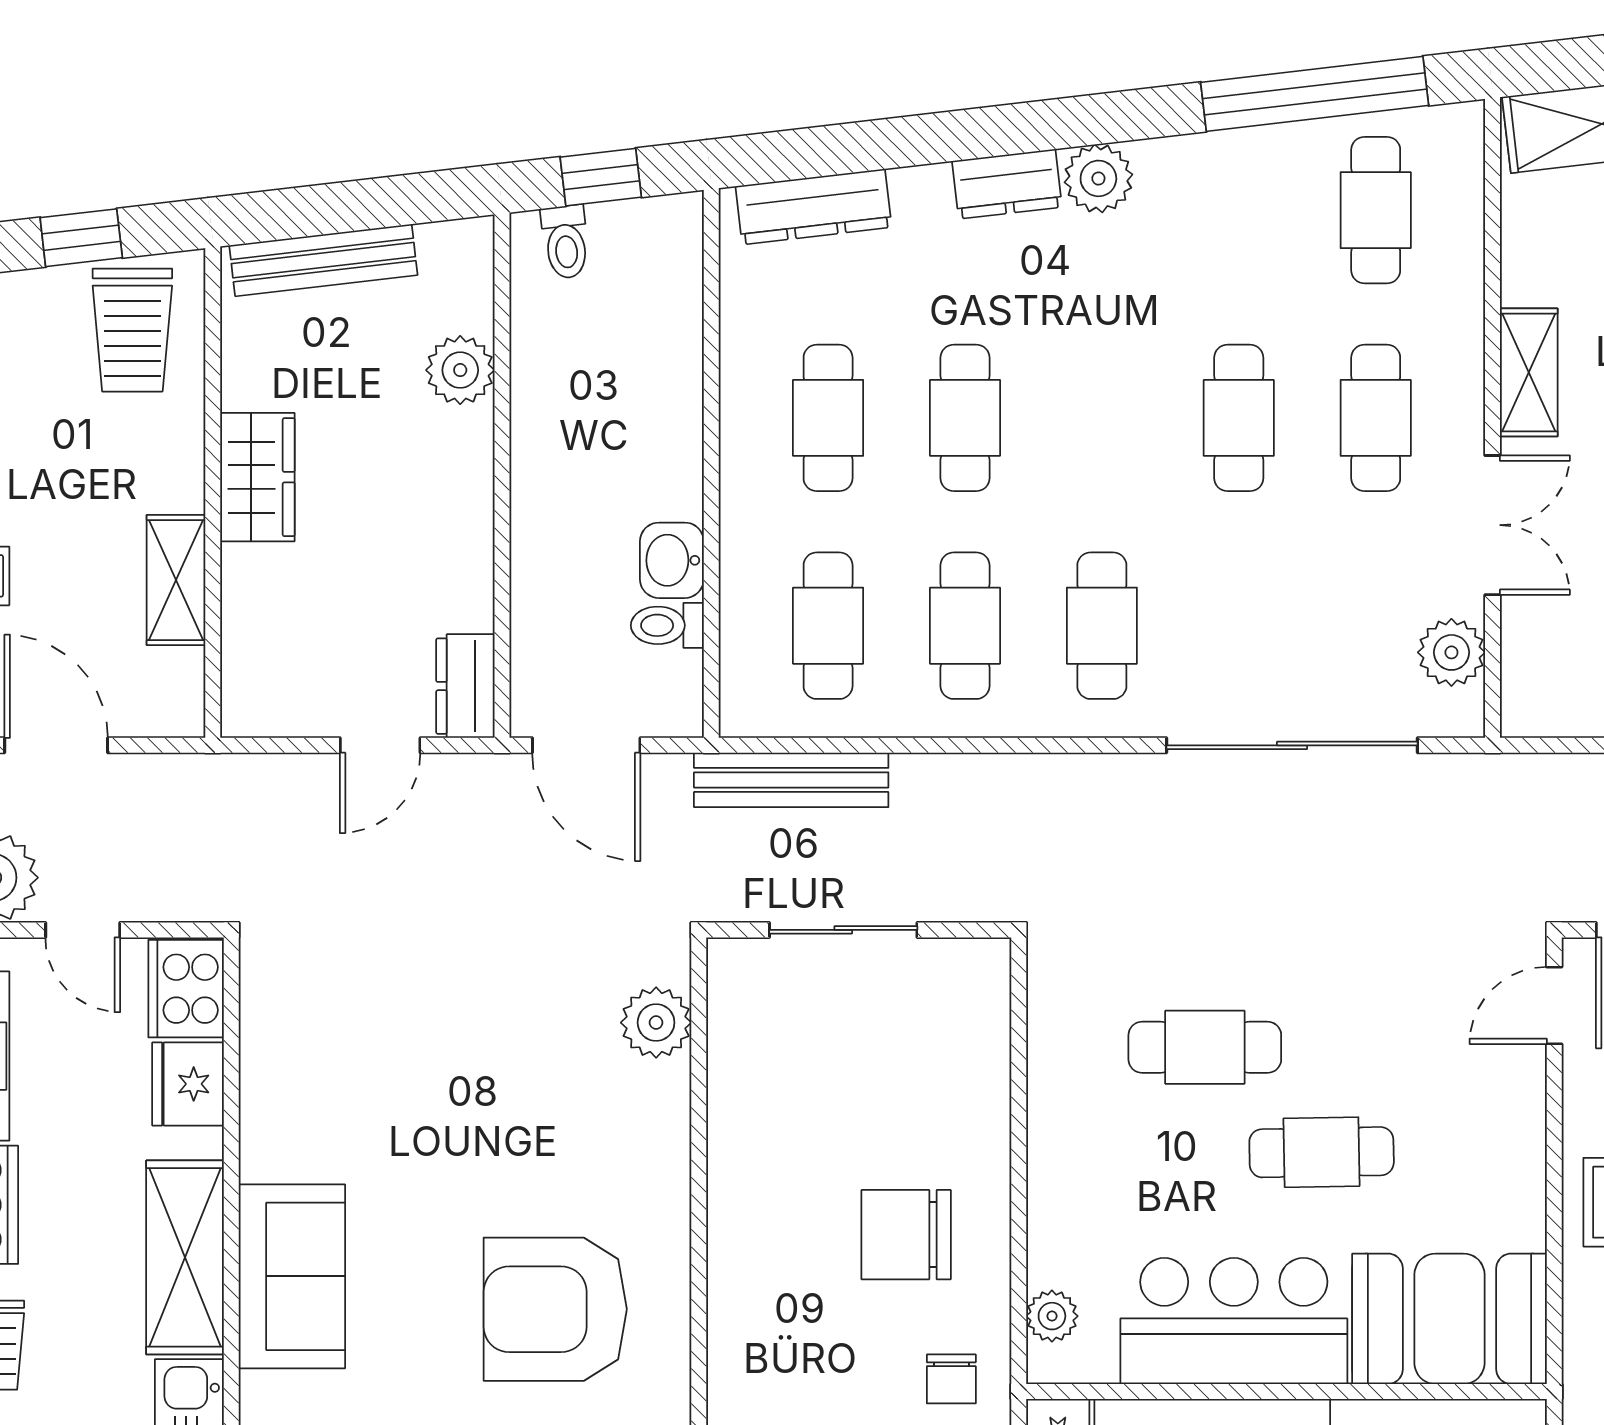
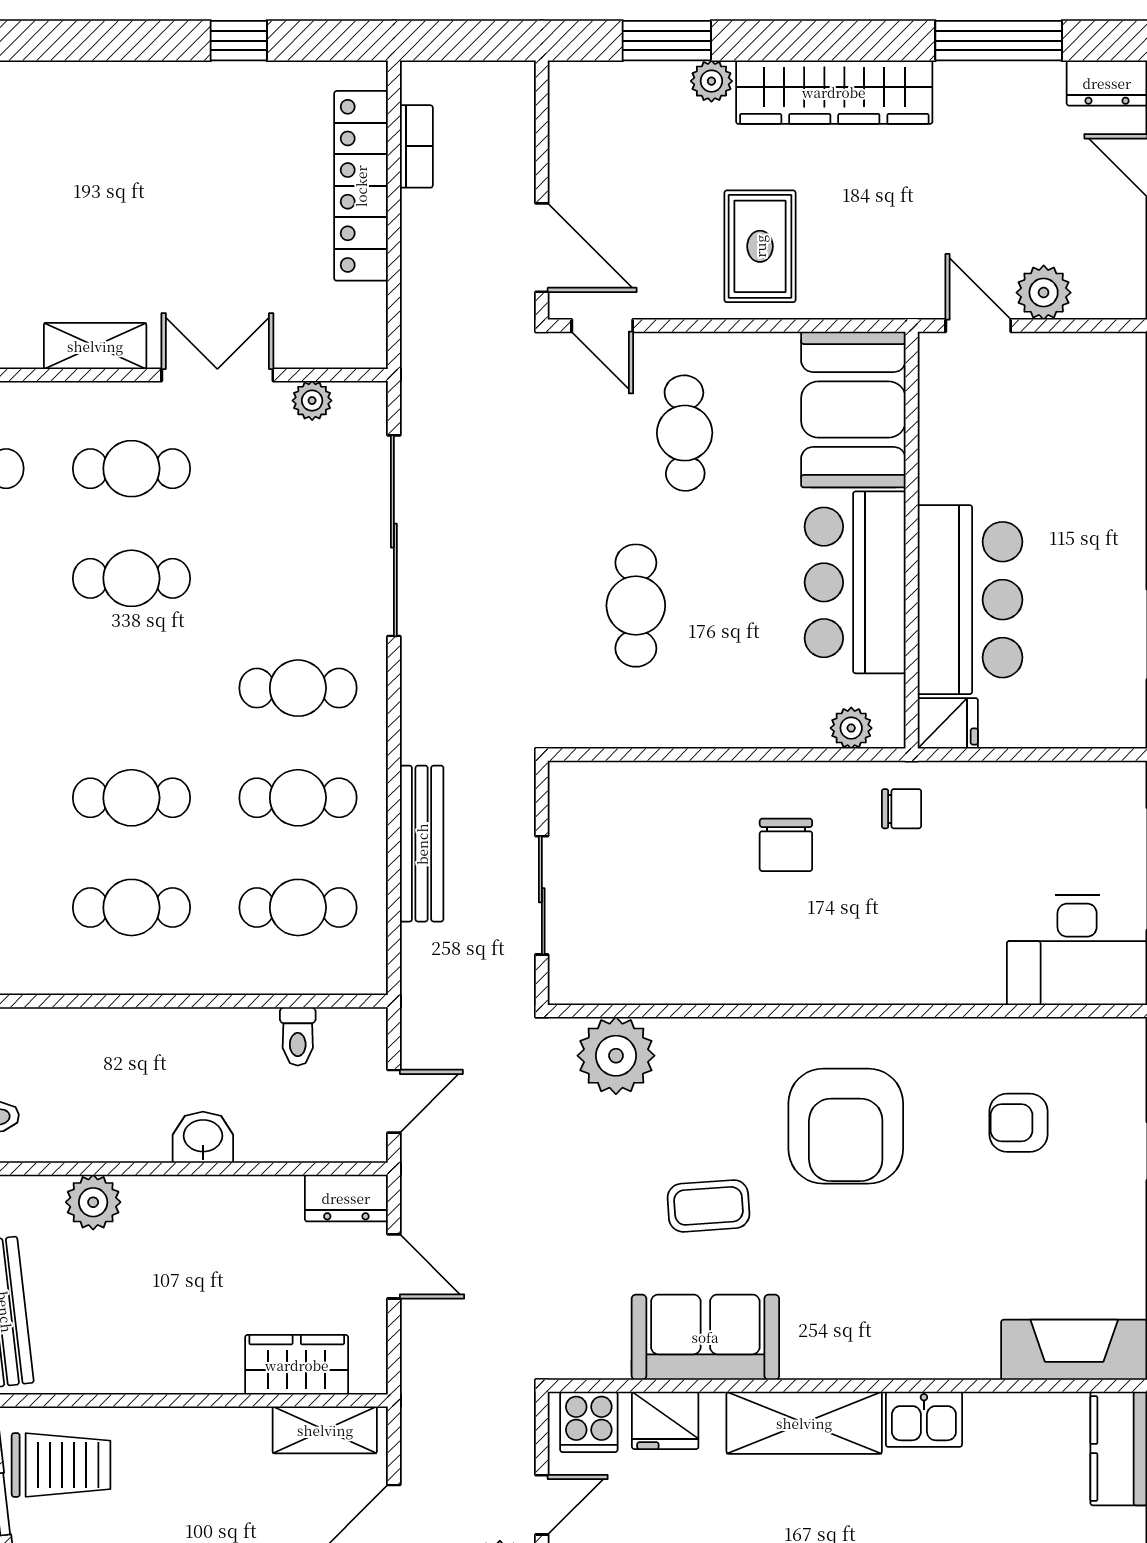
wardrobe: (257, 477) -> (297, 1365), moved
washbasin: (672, 560) -> (203, 1137), moved, turned 180
shelving: (176, 580) -> (325, 1430), moved
plant: (1451, 652) -> (312, 401), width x0.73, depth x0.73
door: (586, 745) -> (394, 1101), width x0.73
bench: (791, 780) -> (422, 844), moved
cooker: (186, 989) -> (589, 1422), width x0.73
plant: (656, 1023) -> (616, 1056), width x1.36, depth x1.36
coffee table: (456, 1138) -> (708, 1206), added
cafe table: (1322, 1152) -> (685, 433), moved
chair: (906, 1235) -> (786, 845), width x0.73, depth x0.73
sofa: (292, 1276) -> (705, 1337), moved

